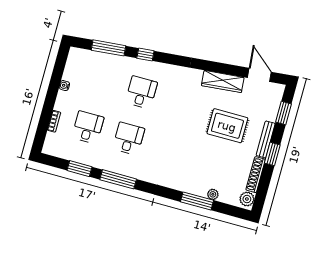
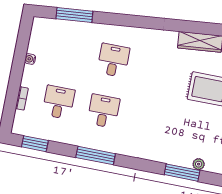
window: (145, 55) -> (115, 19), removed
window: (79, 169) -> (35, 144), moved

